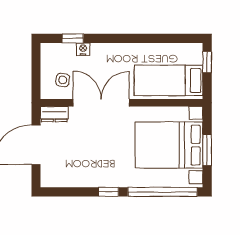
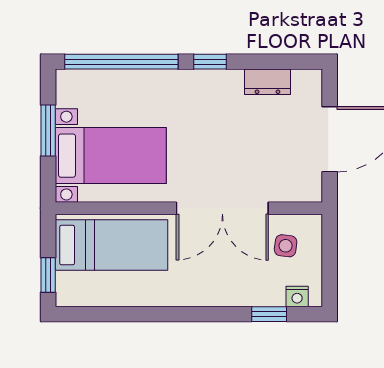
nightstand: (83, 49) -> (297, 297), moved
dresser: (54, 114) -> (267, 82), moved, turned 180
bed with nightstands: (169, 145) -> (111, 156), width x0.73

